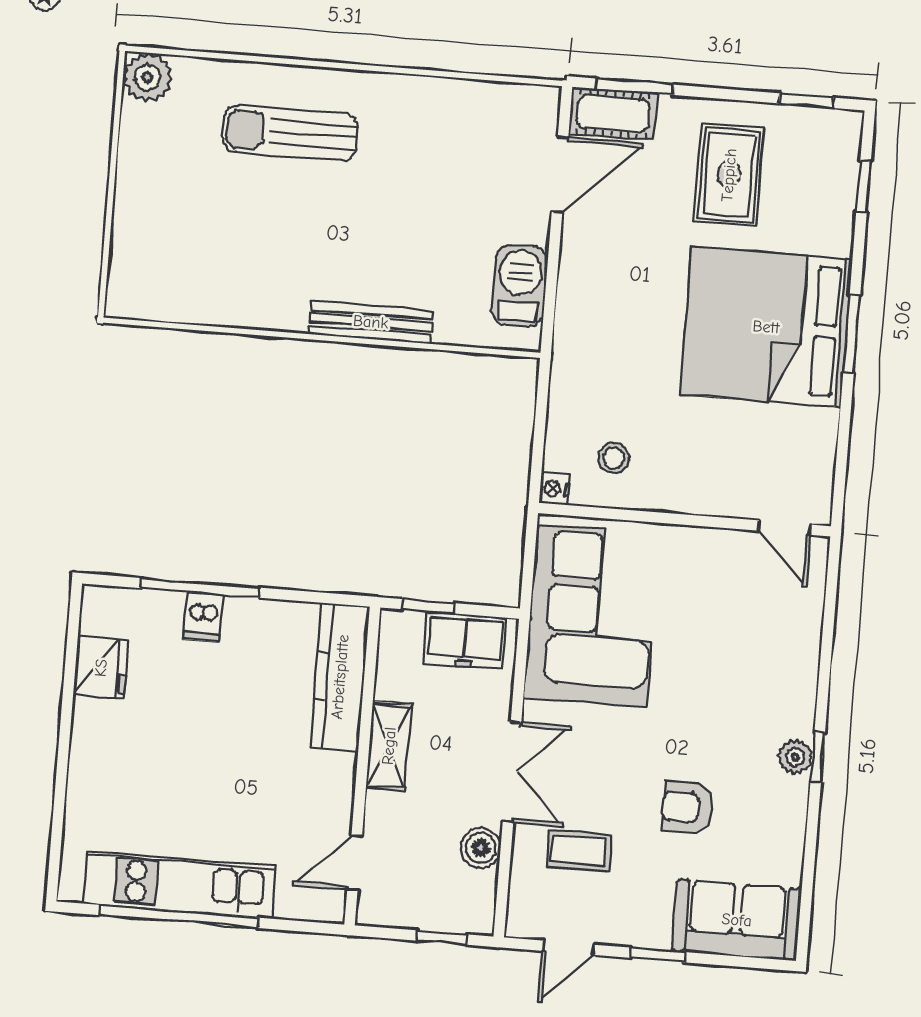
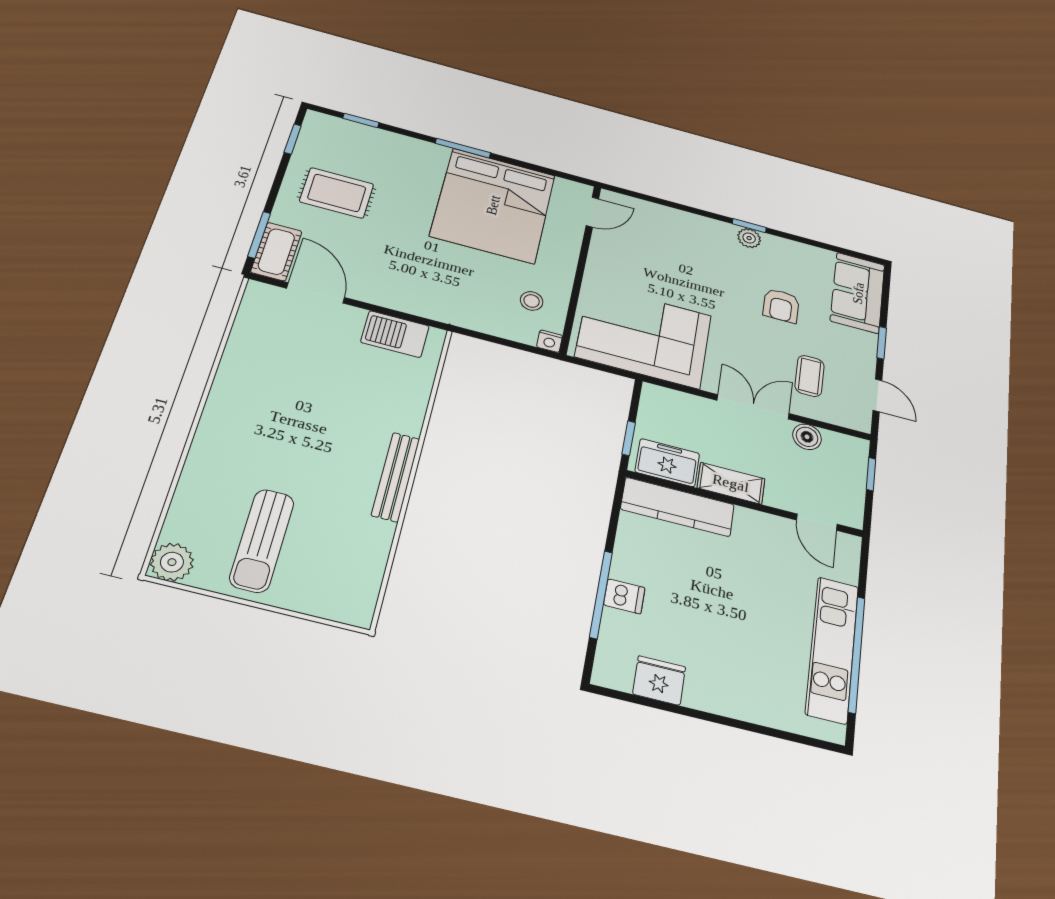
sun lounger: (290, 133) -> (262, 540), moved
bench: (371, 322) -> (396, 477), moved
bed: (766, 327) -> (493, 205), moved
freezer: (465, 640) -> (667, 463), moved, turned -90

